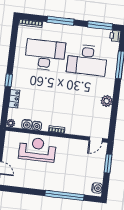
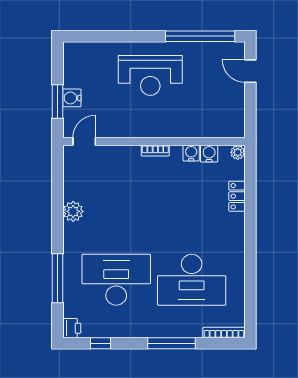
window: (100, 26) -> (101, 343), width x0.46
window: (9, 80) -> (250, 227), removed
reception desk: (37, 149) -> (150, 75), moved
water cooler: (97, 188) -> (72, 98), moved
window: (64, 195) -> (200, 36), moved

